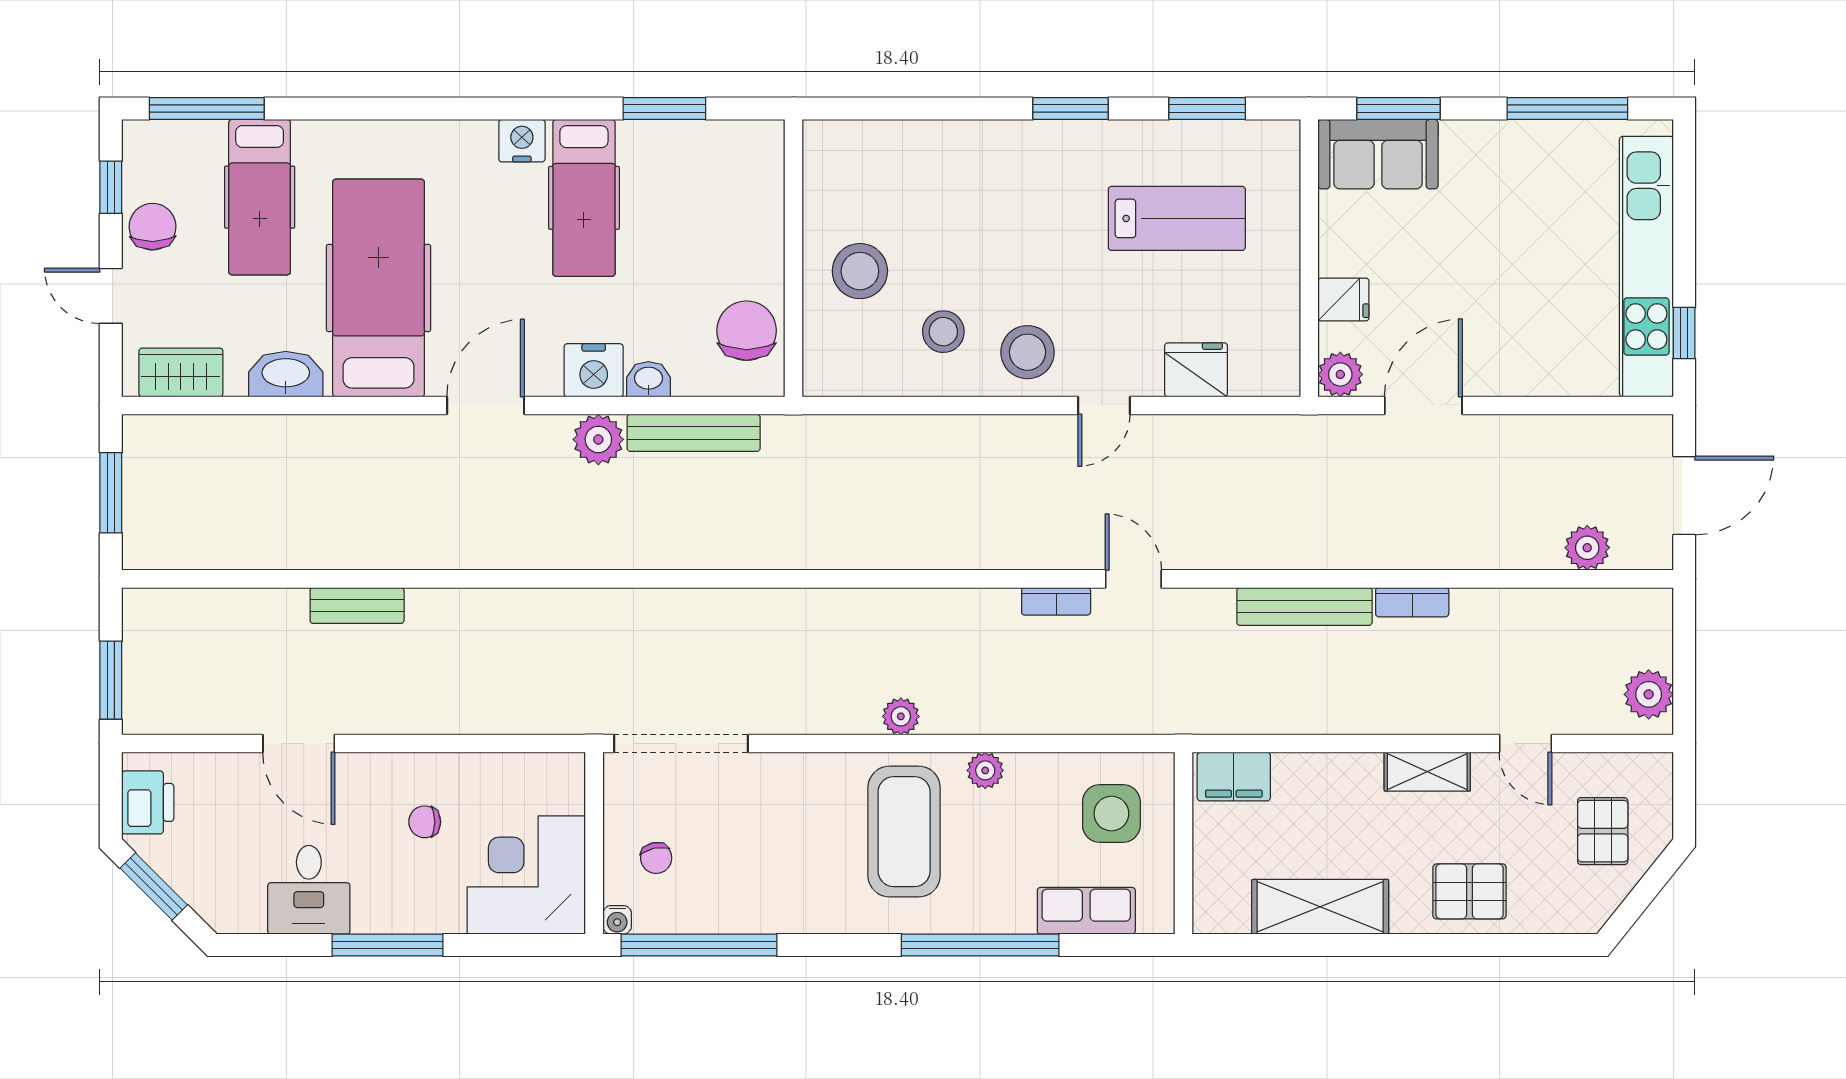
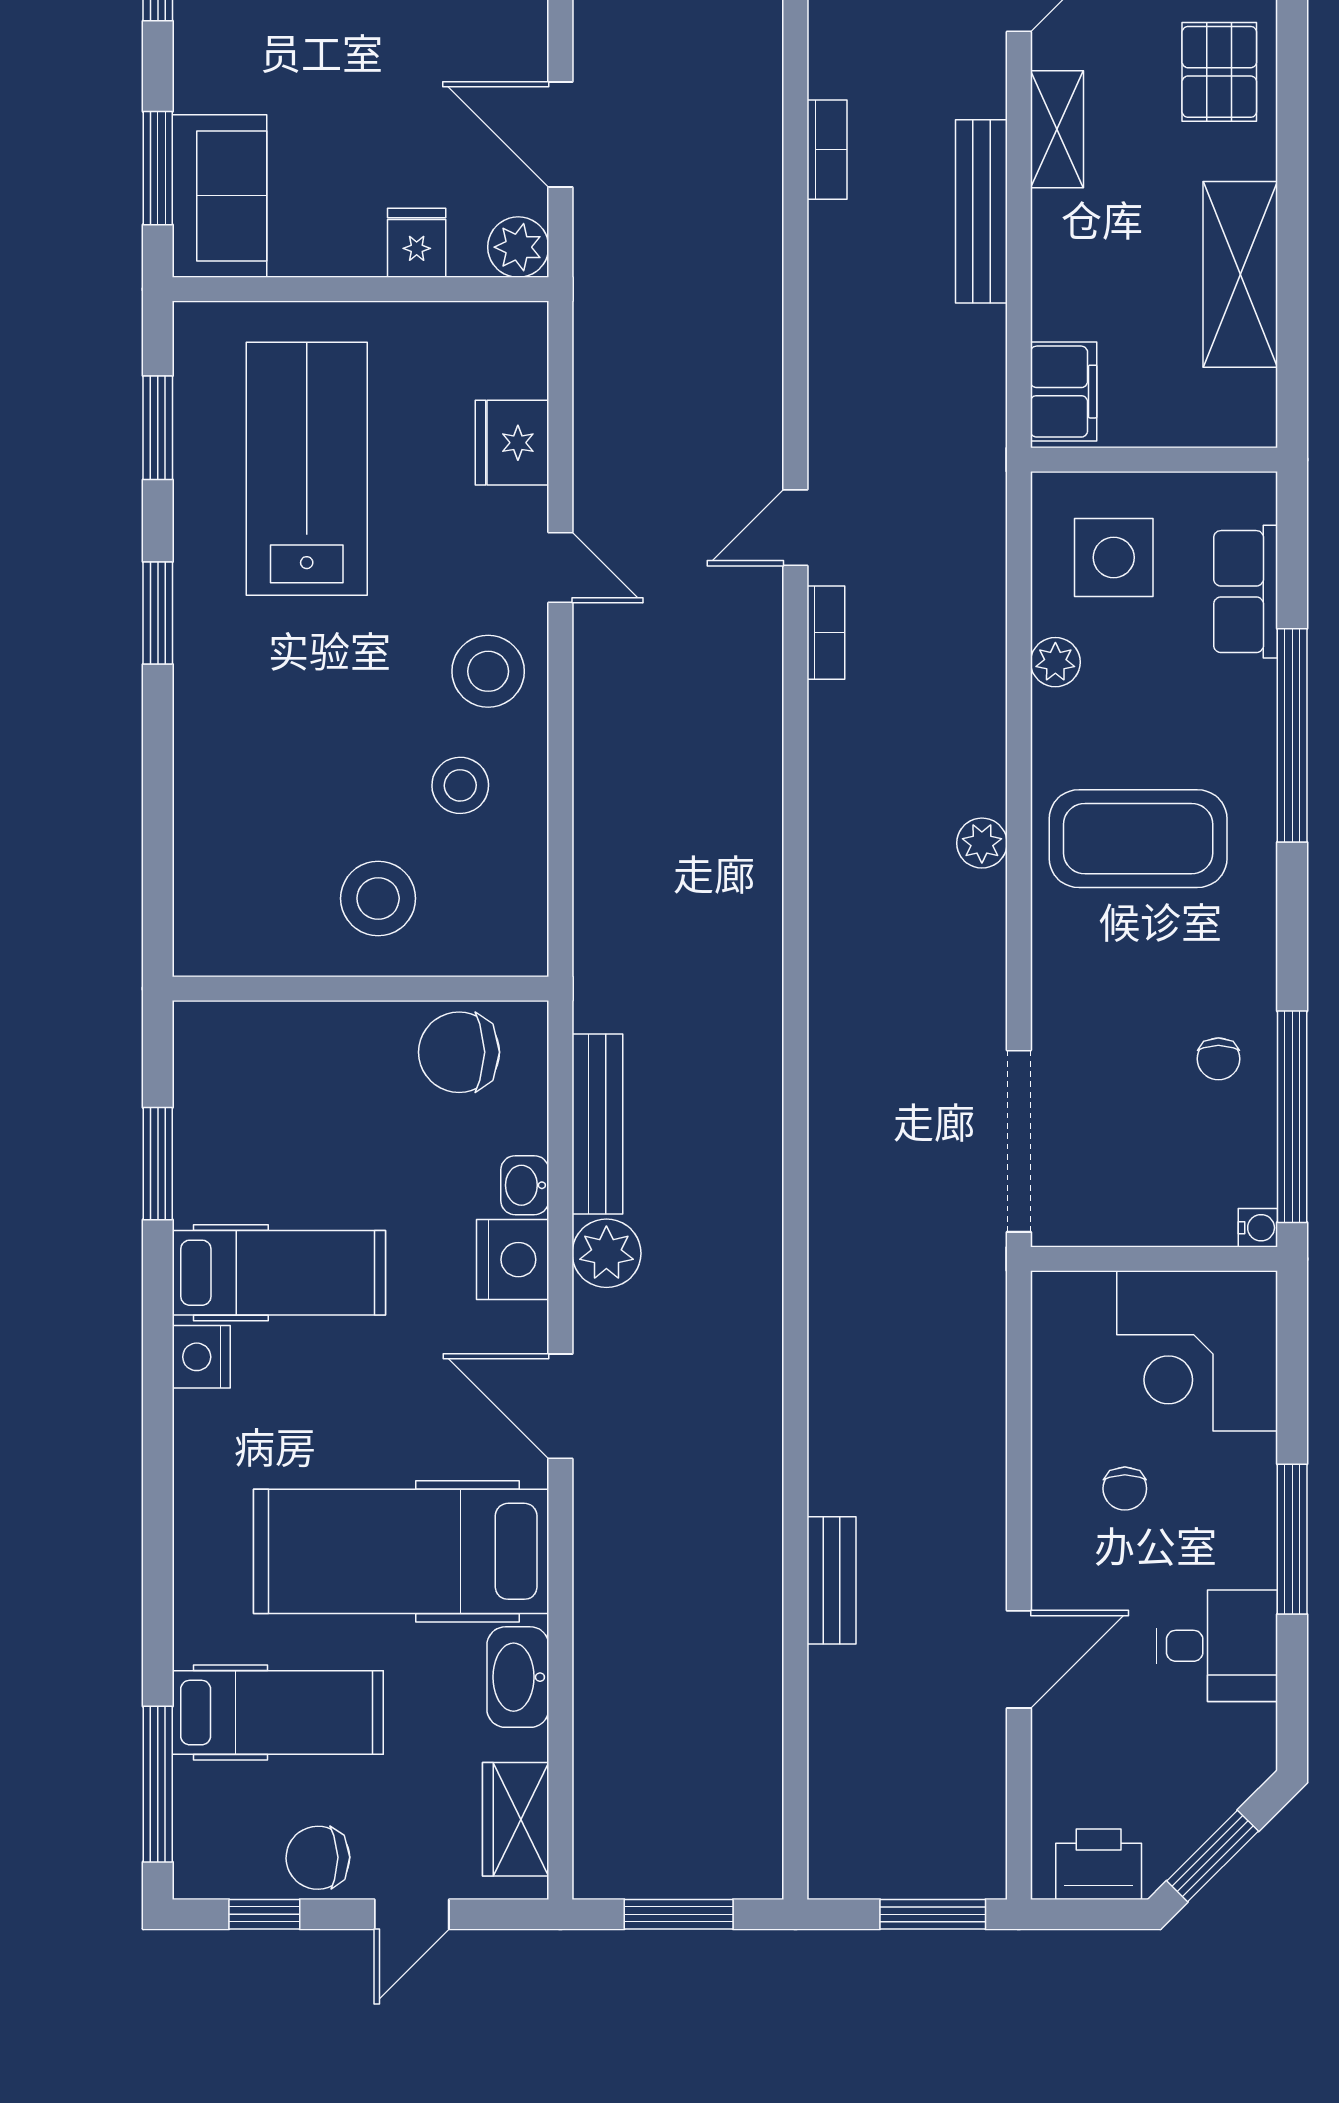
lab bench: (1177, 218) -> (307, 469), width x1.36, depth x1.39
bench: (1304, 606) -> (981, 211), moved
plant: (985, 770) -> (1055, 662), moved
chair: (656, 858) -> (1218, 1059), moved, turned 102

